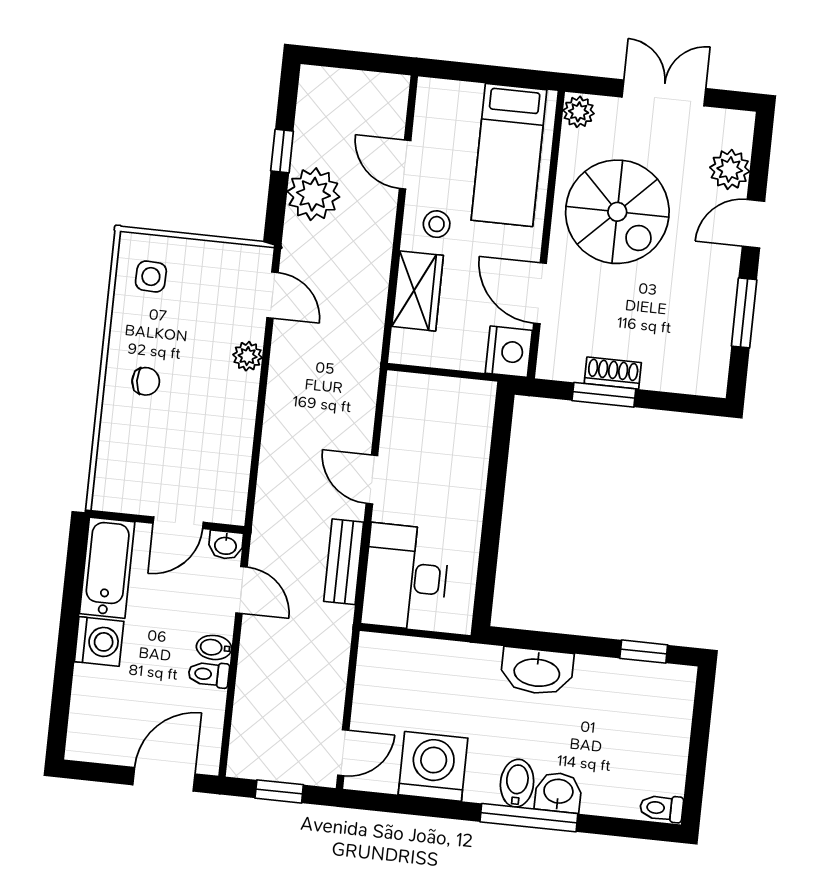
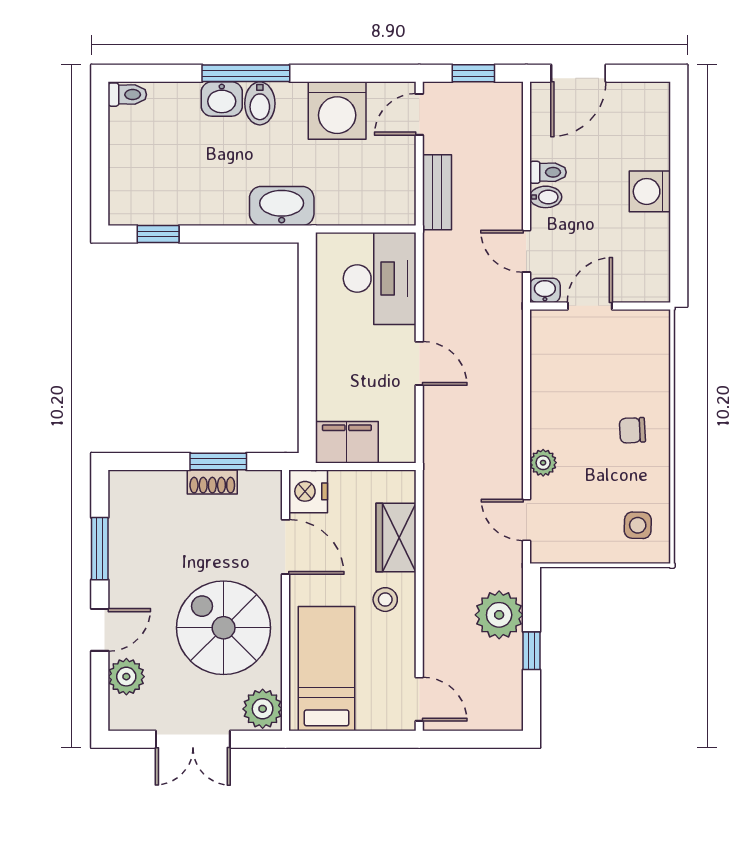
plant: (579, 112) -> (263, 709), width x1.38, depth x1.38
door: (405, 164) -> (419, 699), moved
filing cabinet: (461, 401) -> (347, 442), added
bench: (344, 562) -> (437, 192), moved
bathtub: (107, 568) -> (650, 259), removed
washbasin: (537, 671) -> (282, 206), moved

